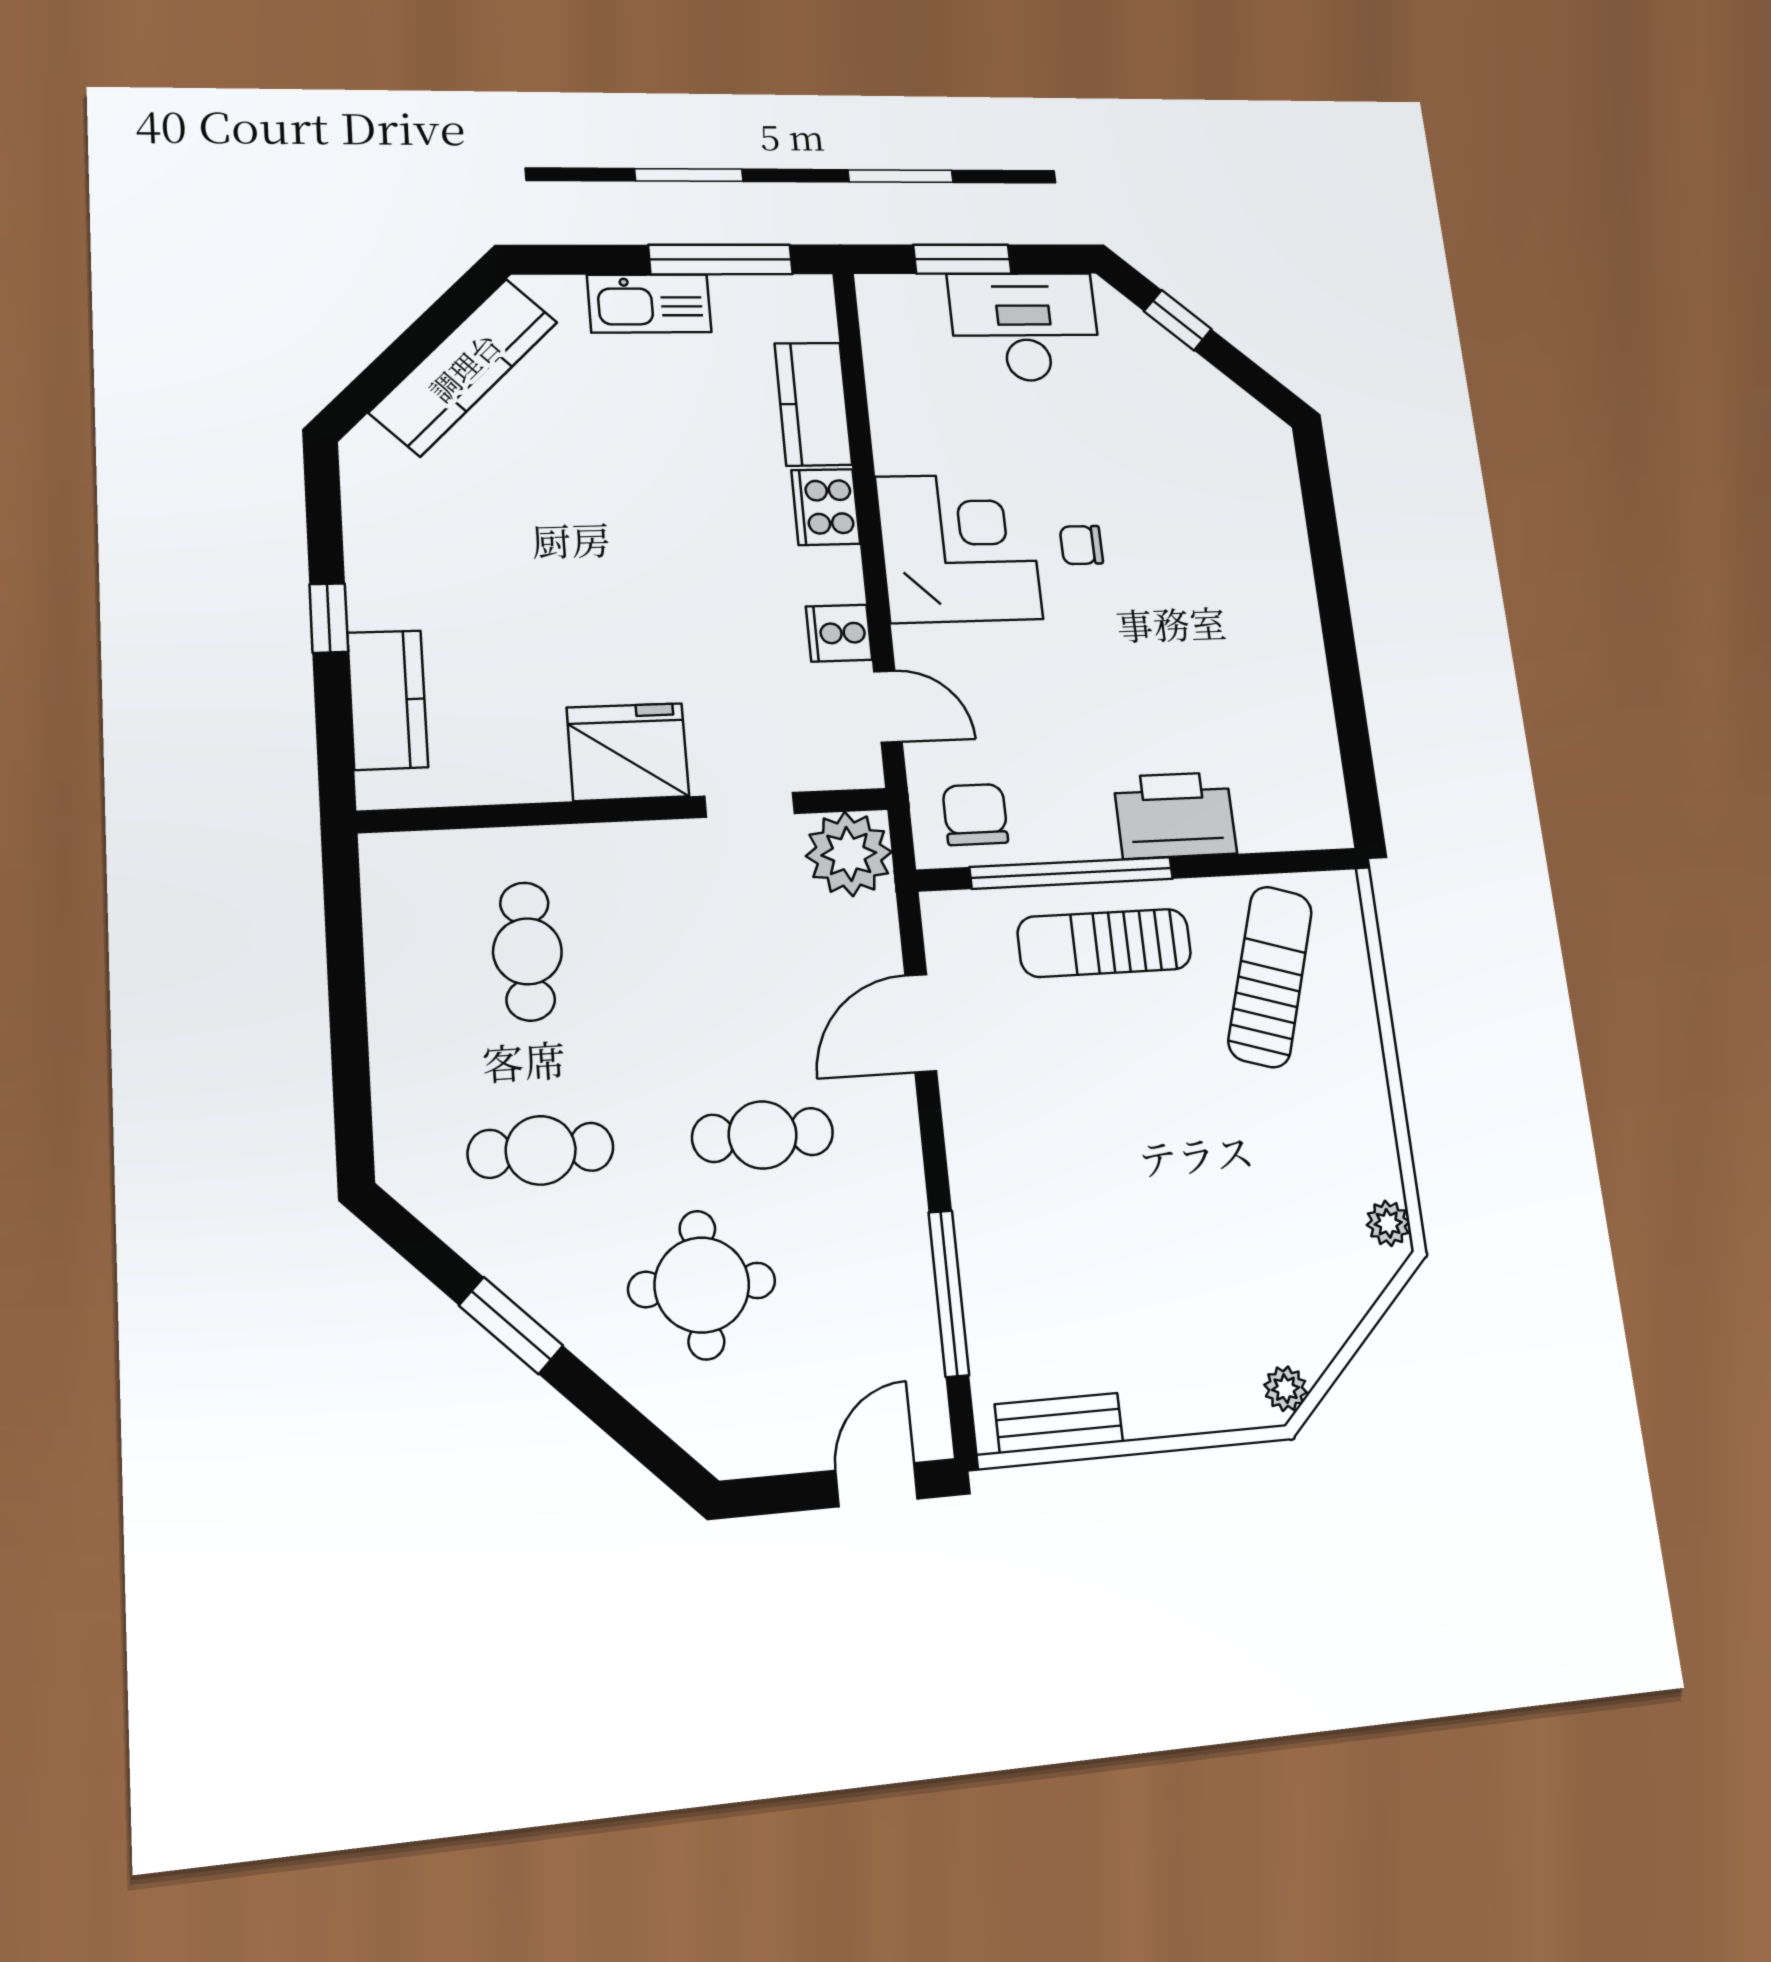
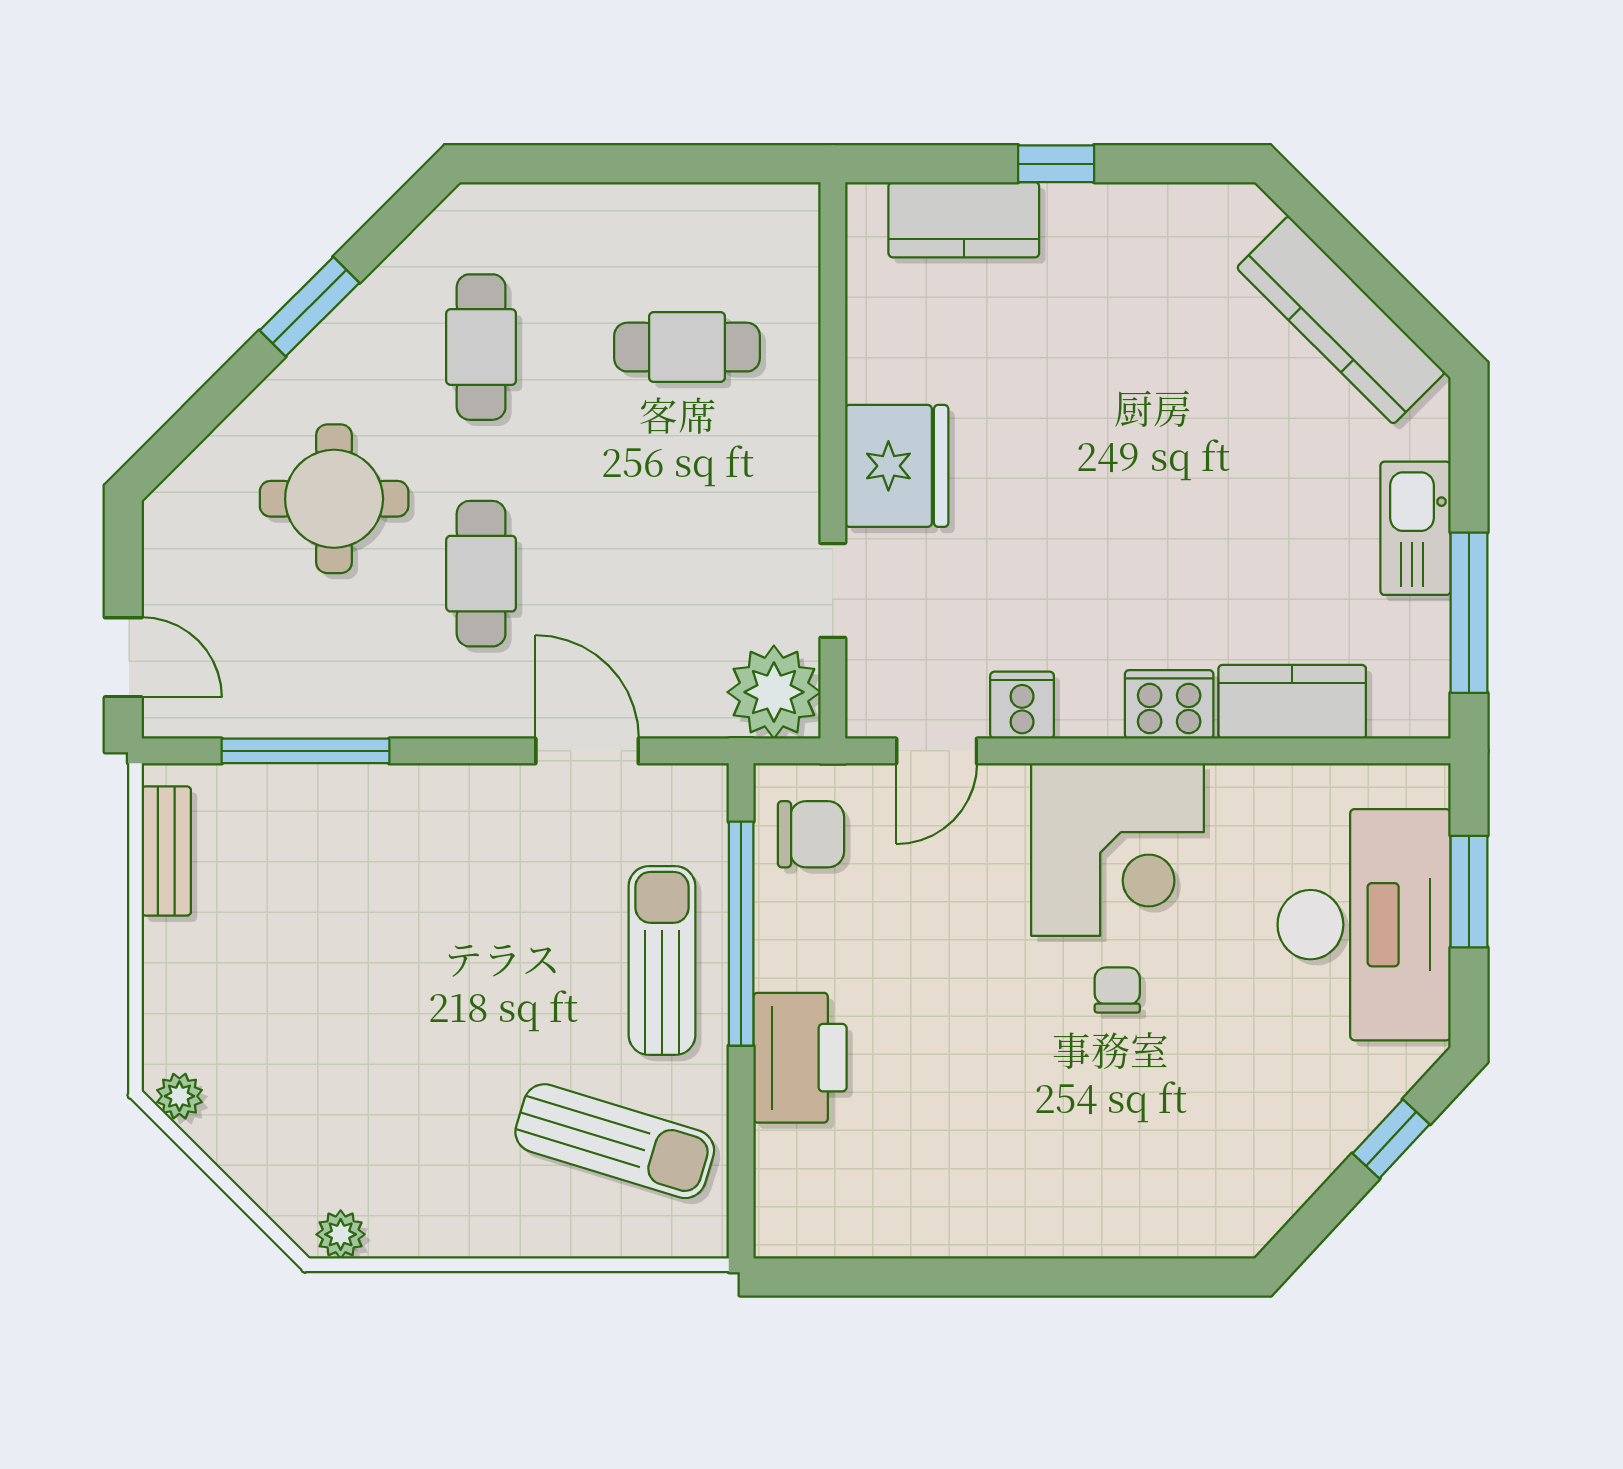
desk: (1025, 327) -> (1364, 925), width x1.36, depth x1.30

